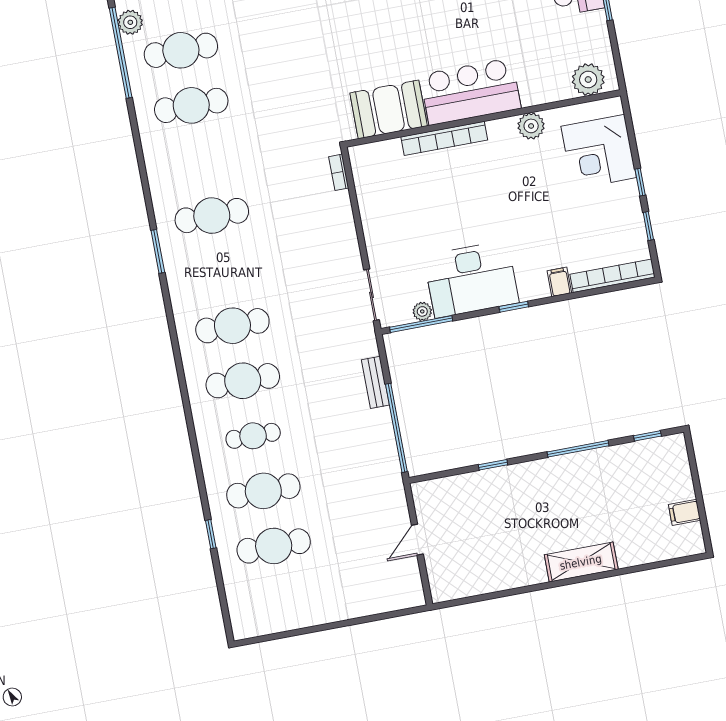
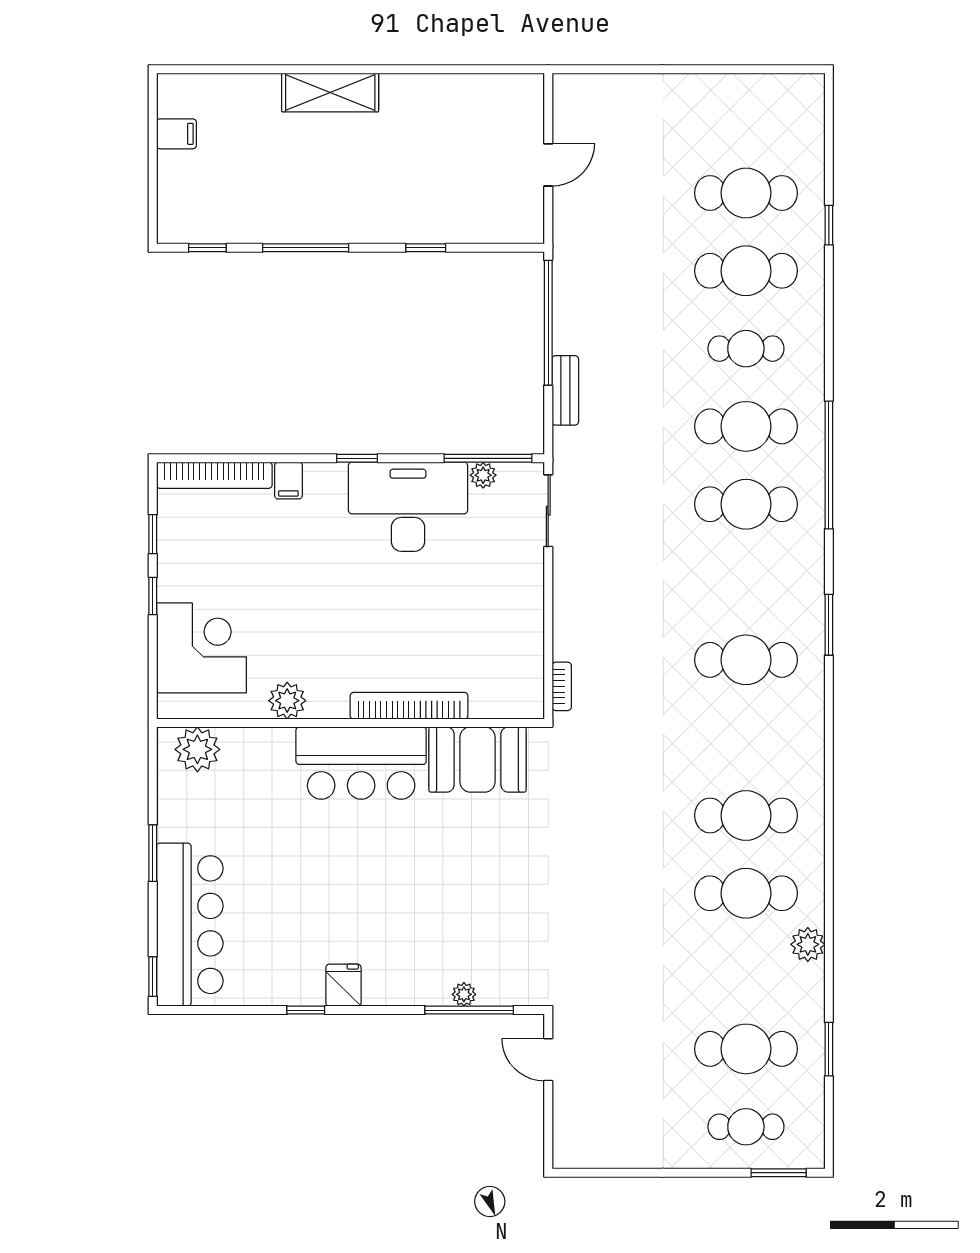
window: (121, 53) -> (829, 465), moved

